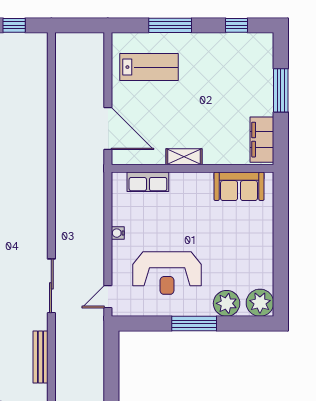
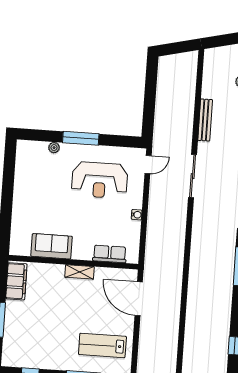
sofa: (239, 186) -> (52, 246), moved
reception desk: (167, 273) -> (100, 180), turned 180
plant: (227, 303) -> (54, 148), width x0.53, depth x0.53
plant: (260, 303) -> (27, 151), removed

